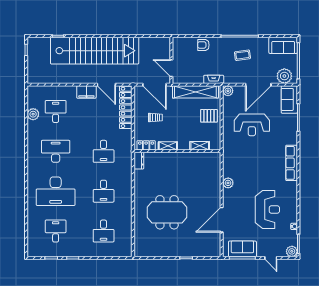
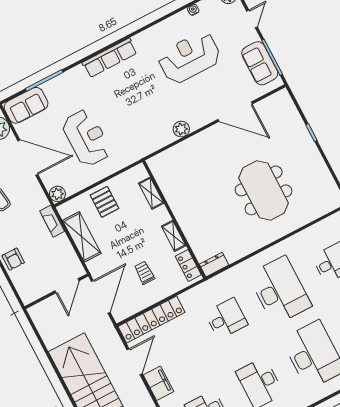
shelving: (195, 92) -> (82, 237), width x0.68
desk: (104, 191) -> (280, 290), width x1.87, depth x1.30

